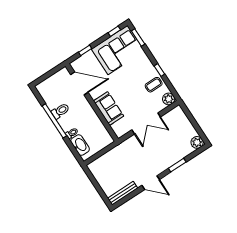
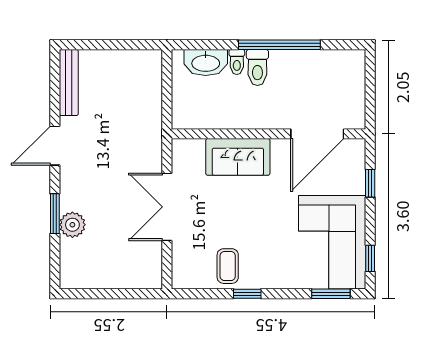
plant: (169, 99) -> (184, 276), removed
toilet: (60, 111) -> (257, 67), moved
plant: (197, 142) -> (72, 225), moved

